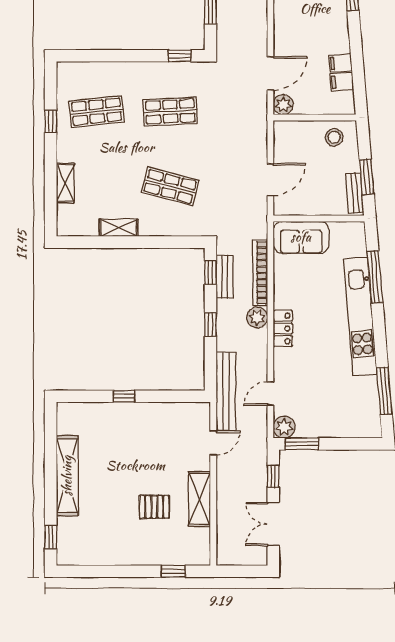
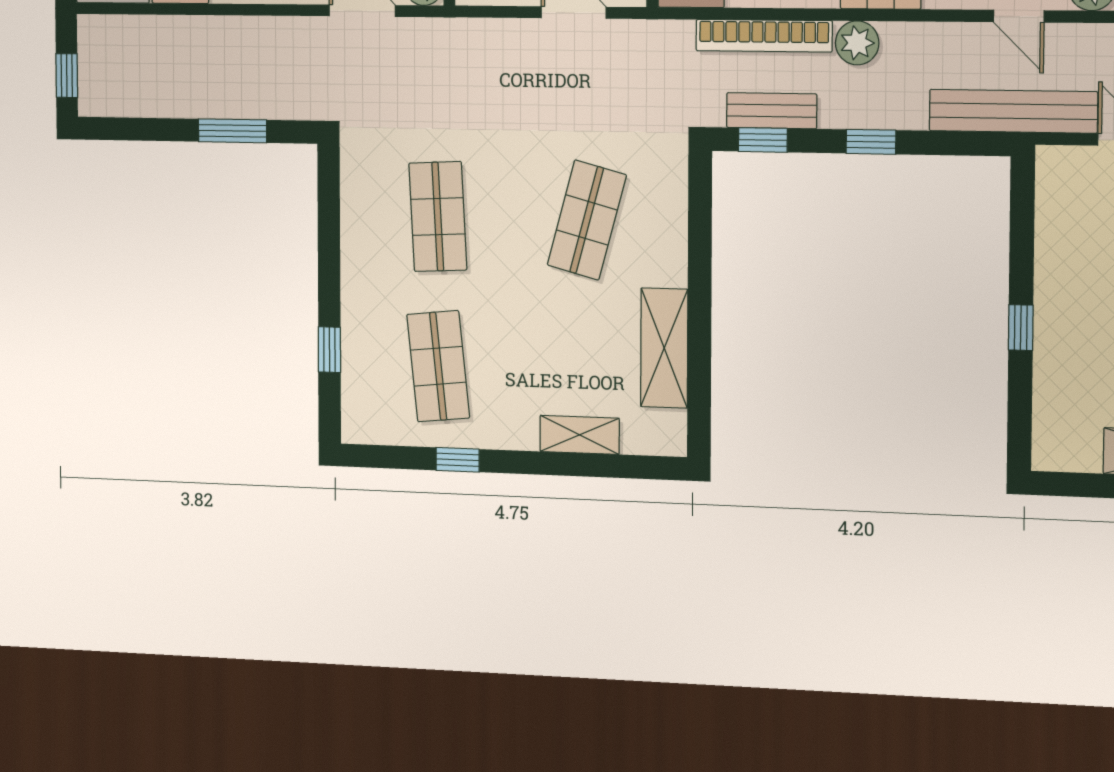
window: (180, 56) -> (329, 350), moved
shelving: (119, 228) -> (664, 348), width x1.50, depth x1.33

